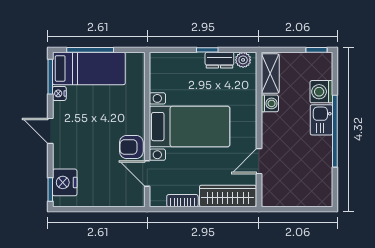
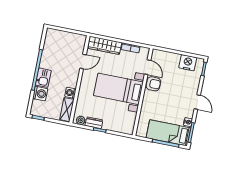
nightstand: (65, 182) -> (188, 63), moved, turned -90

